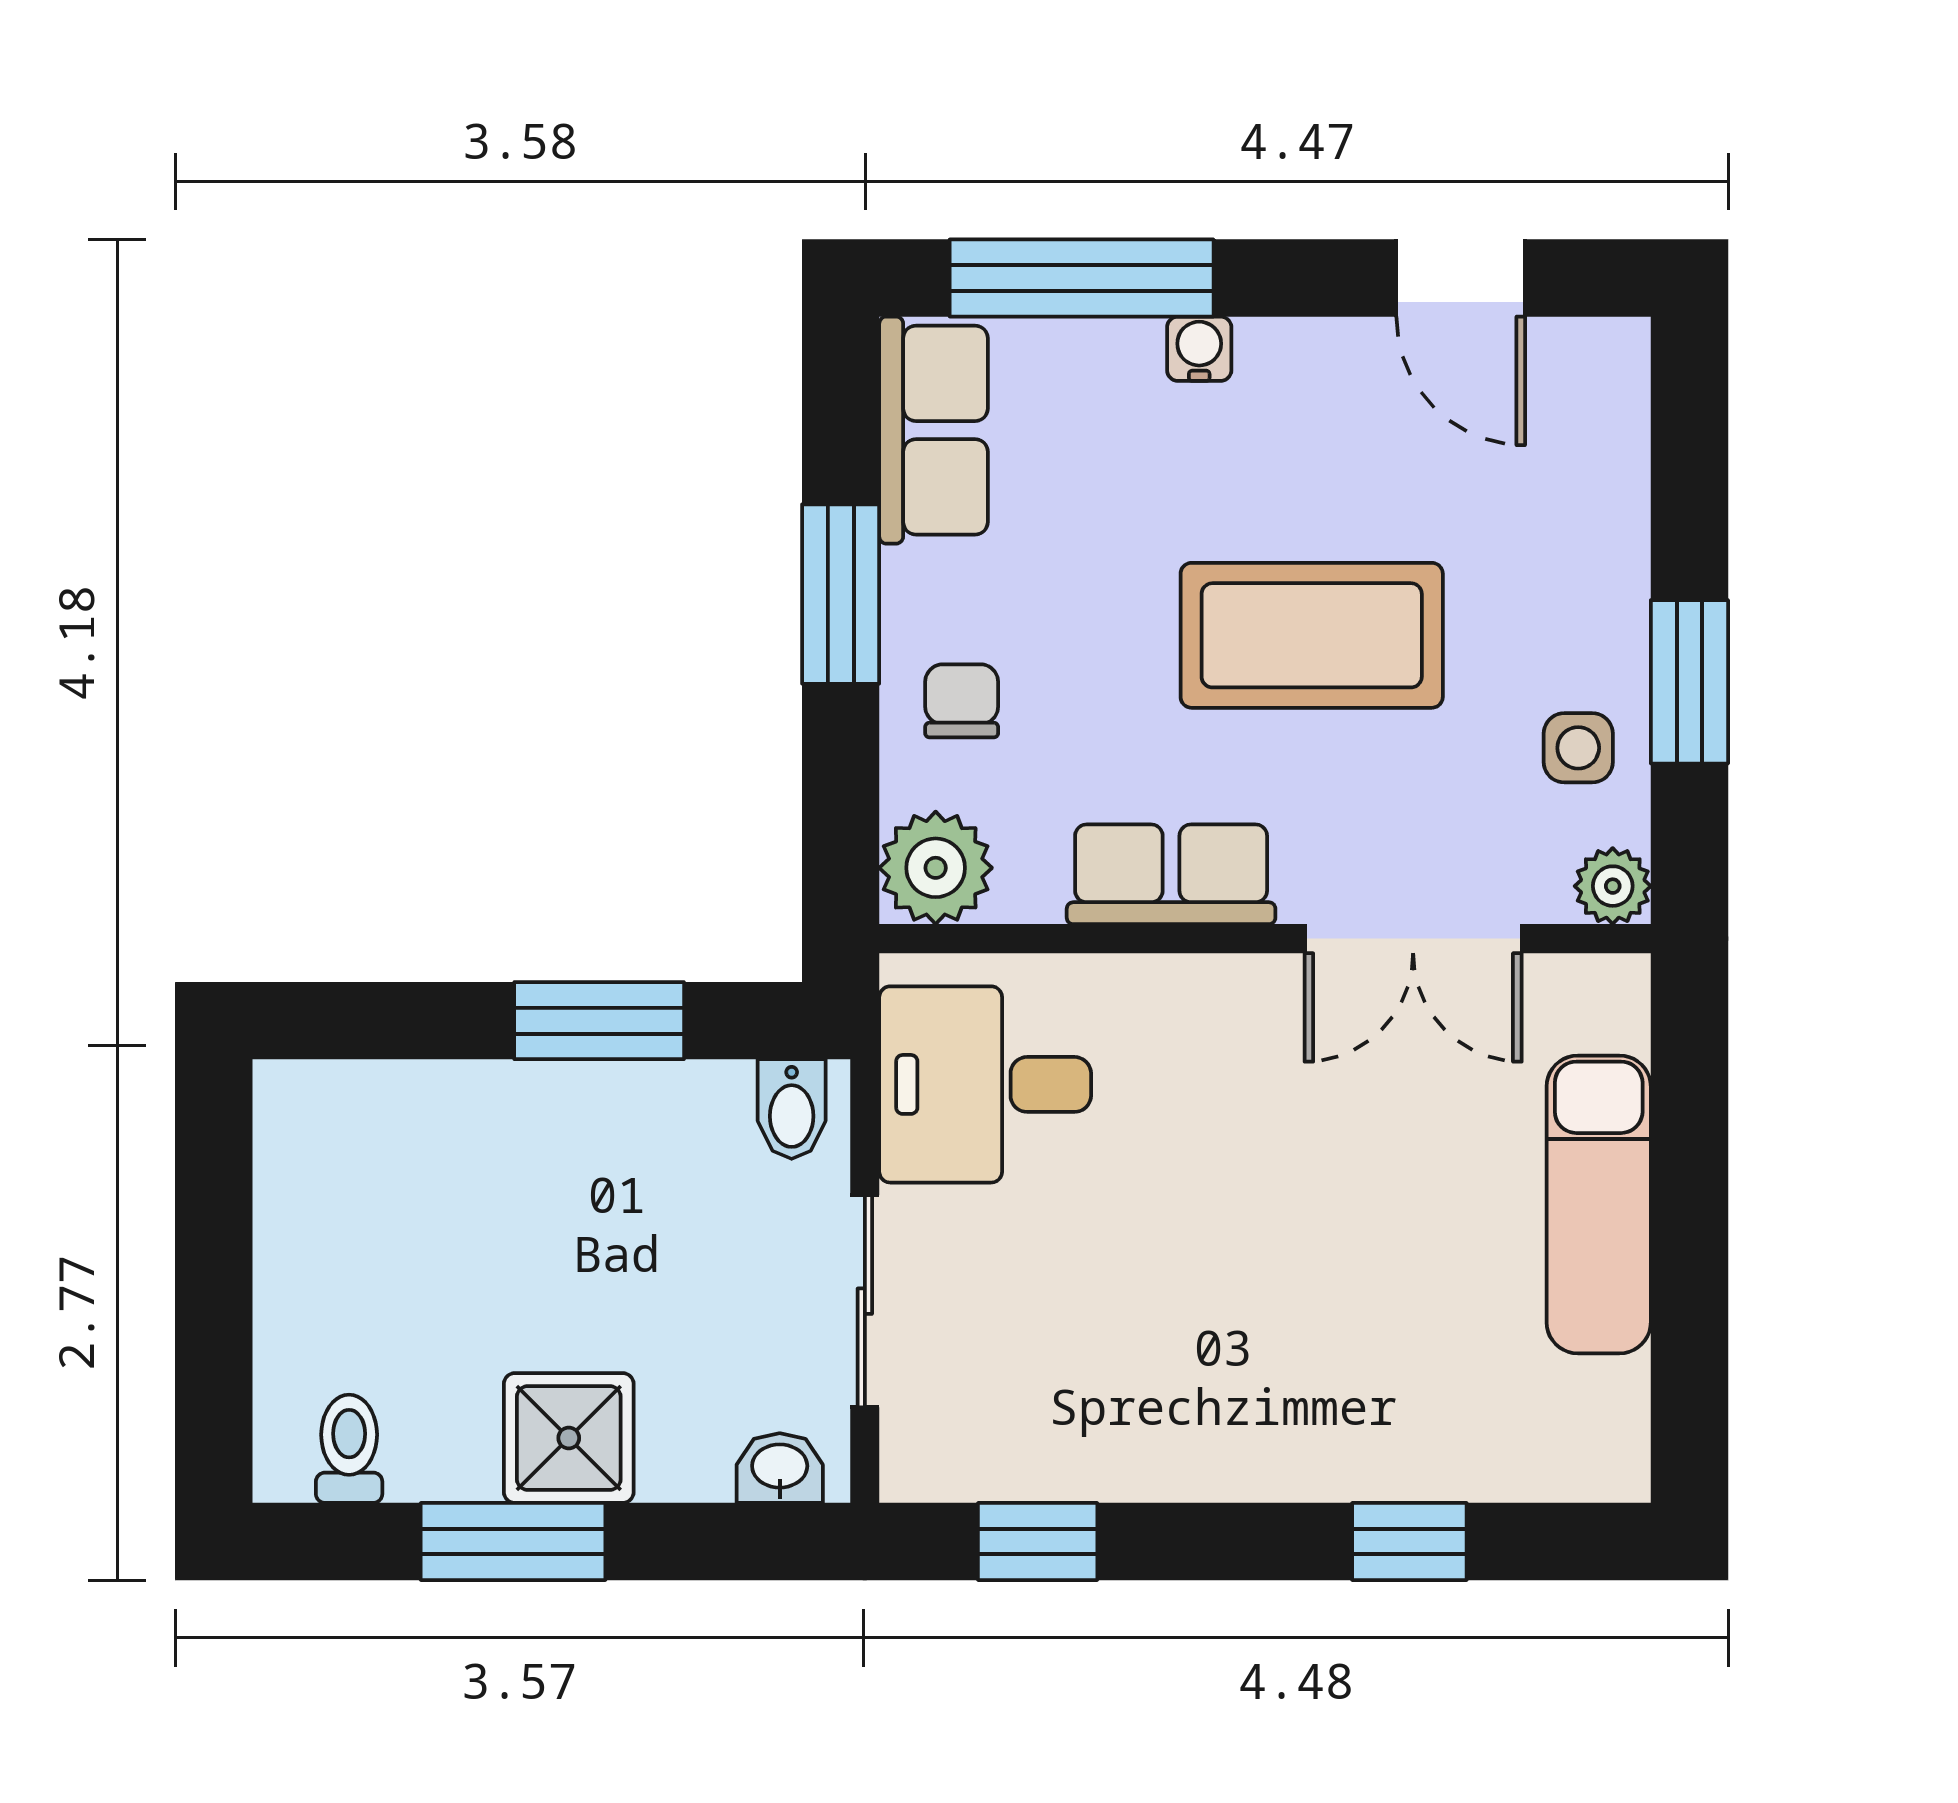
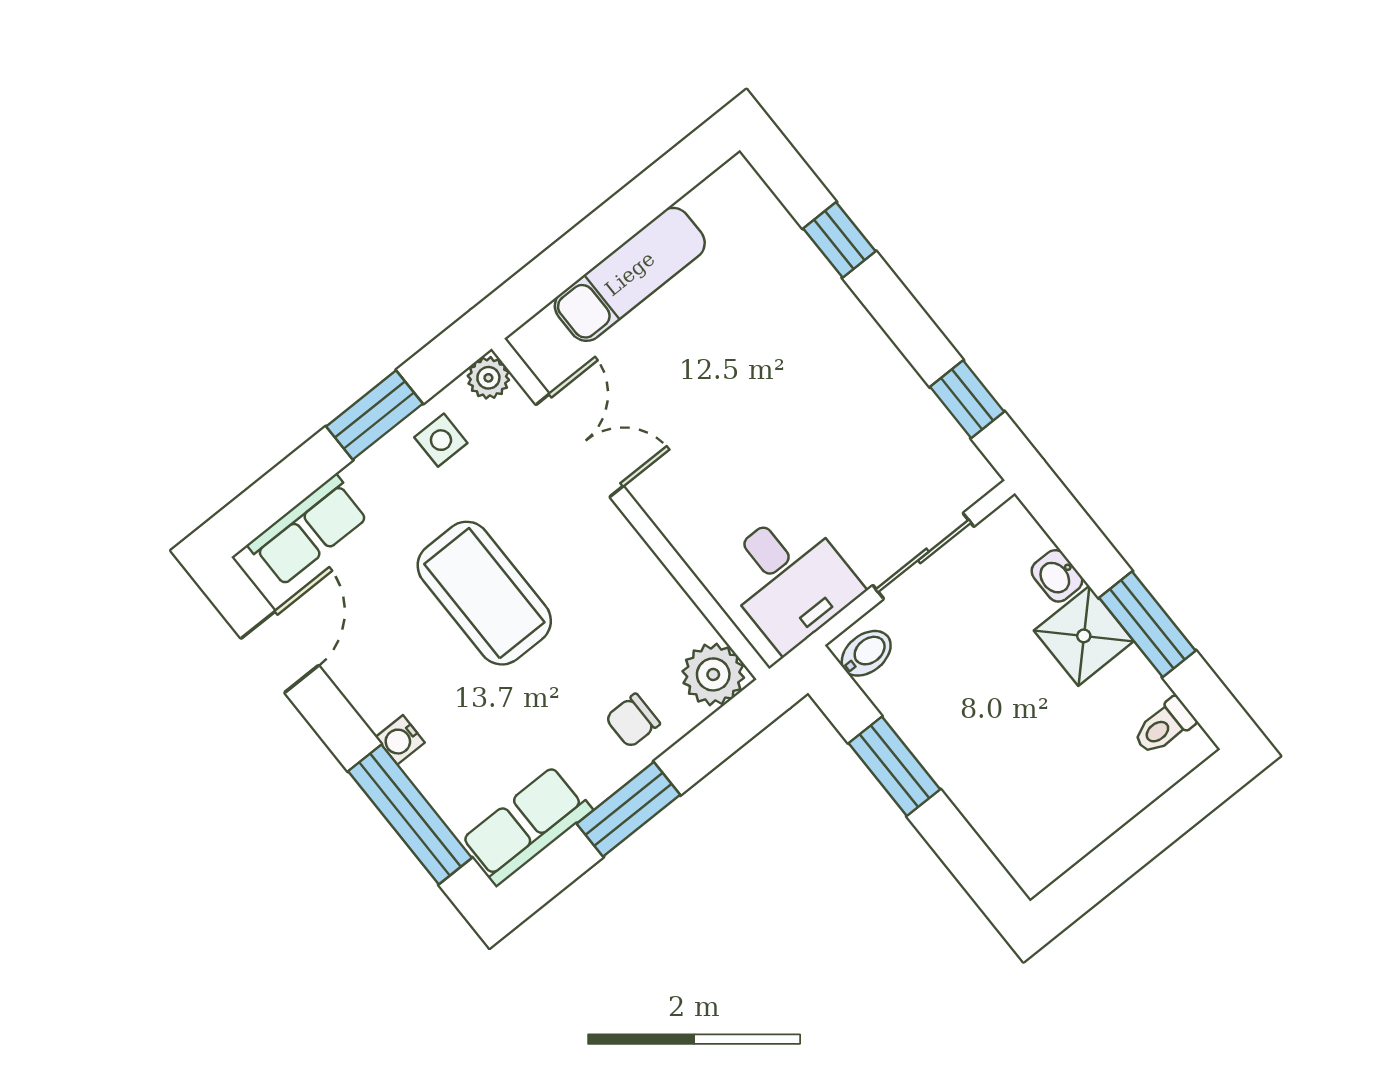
row of seats: (1171, 874) -> (308, 530), moved, turned -90
washbasin: (780, 1468) -> (1057, 576), moved

